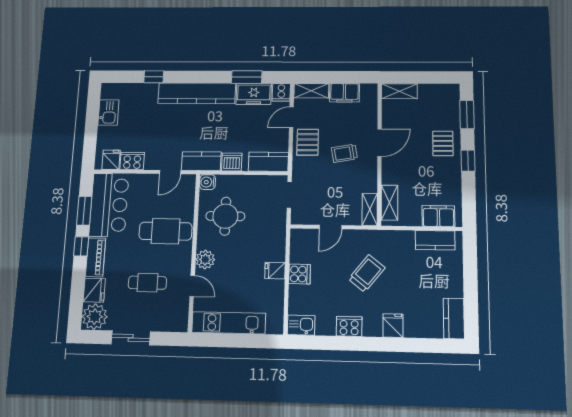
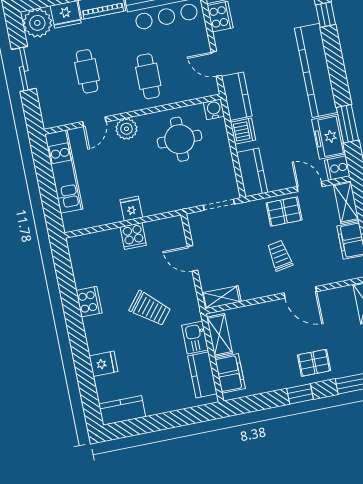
shelving: (389, 203) -> (219, 335), moved, turned 90
cafe table: (166, 231) -> (148, 76), width x0.73, depth x0.74
kitchen sink: (301, 325) -> (195, 338), moved, turned 180
fridge: (393, 326) -> (103, 364), moved

